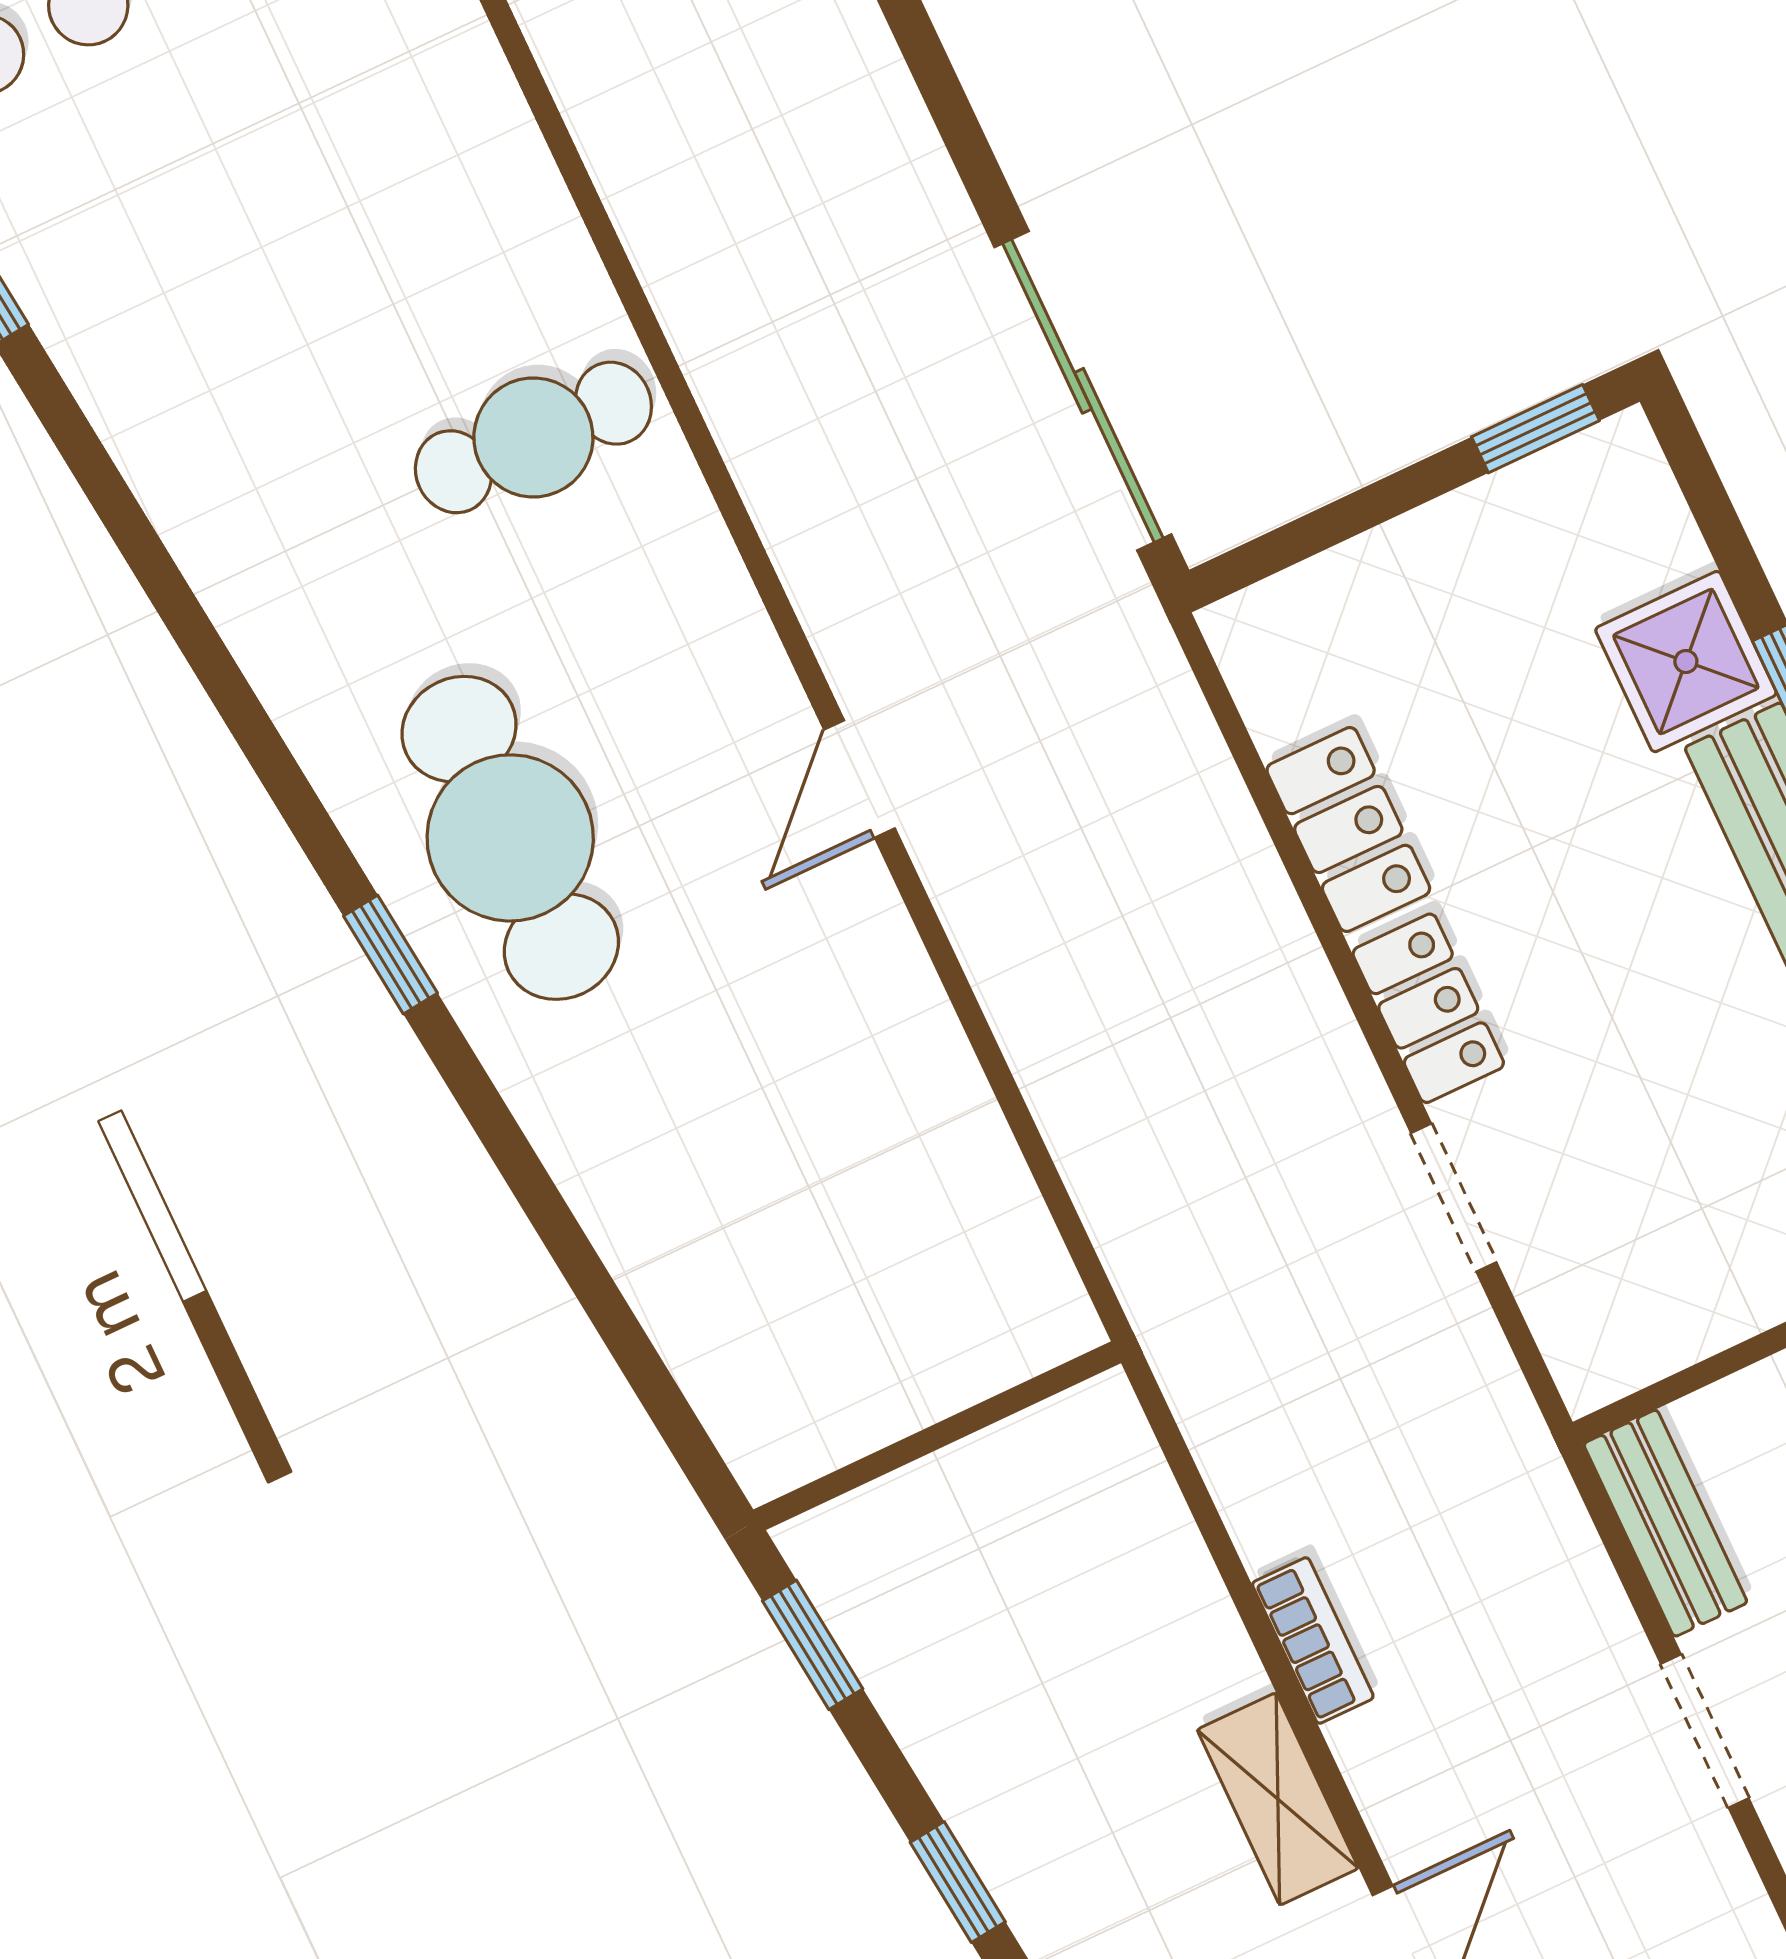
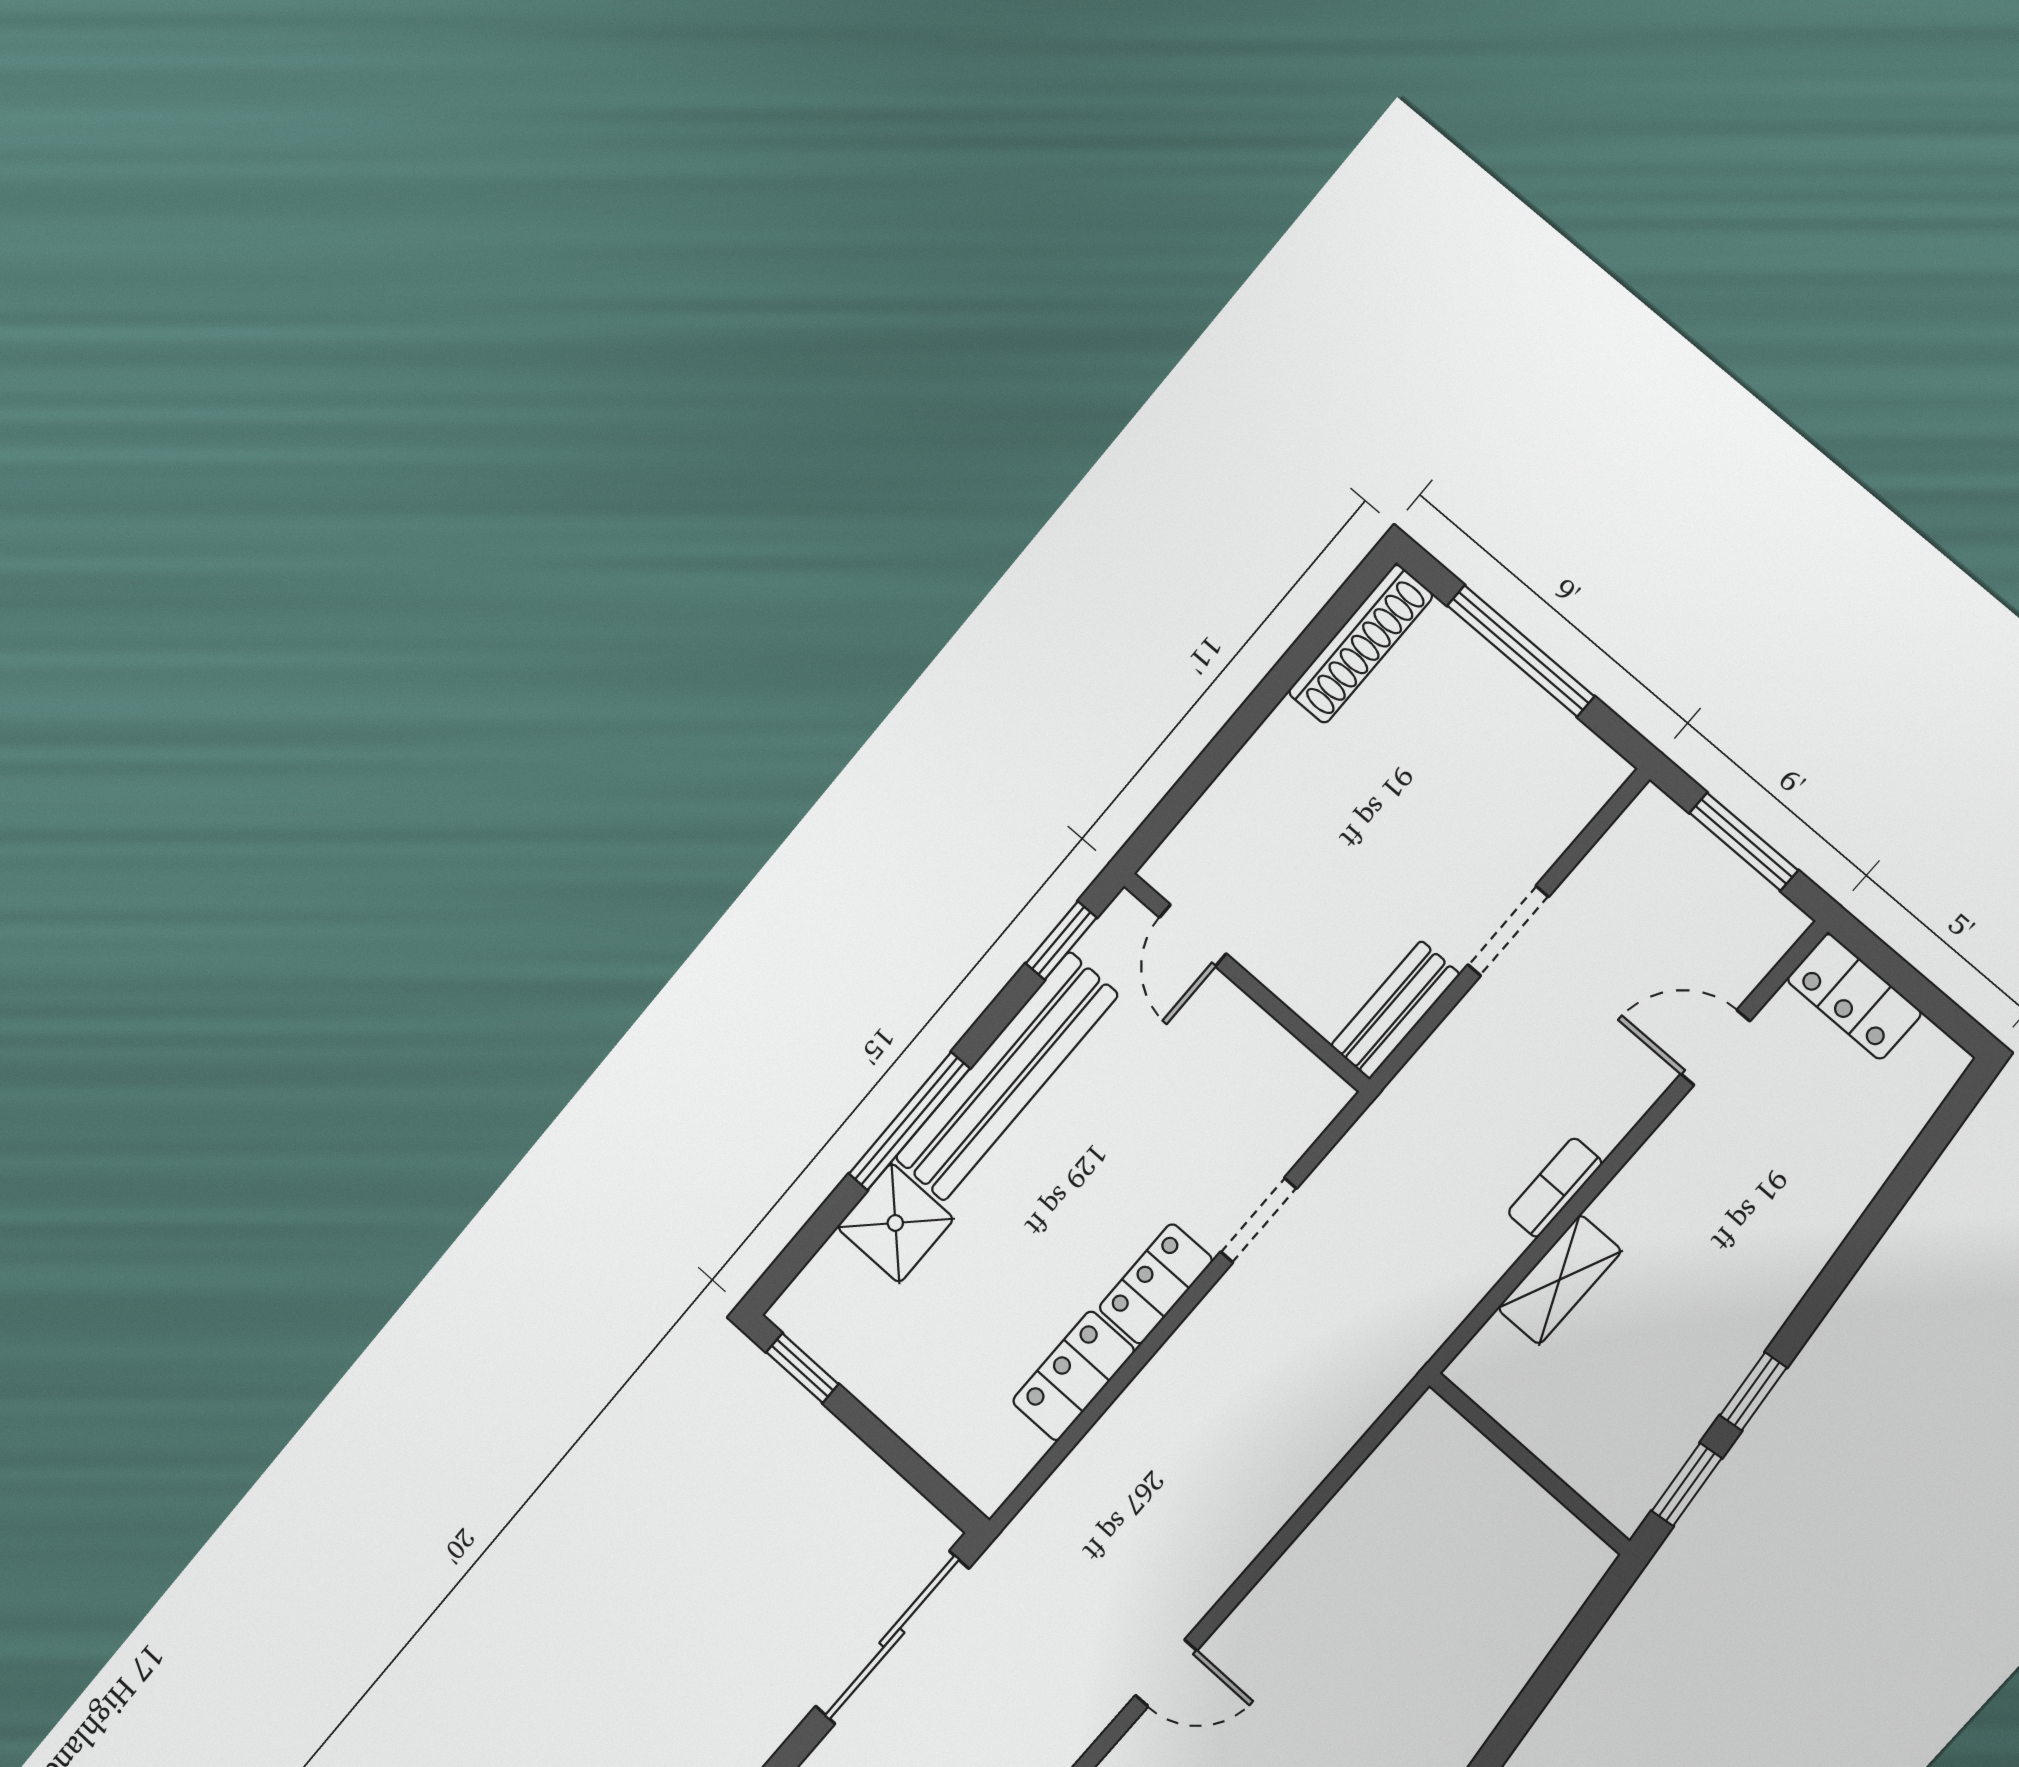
shelving: (1278, 1799) -> (1560, 1280), moved
window: (958, 1882) -> (1753, 1391), moved

